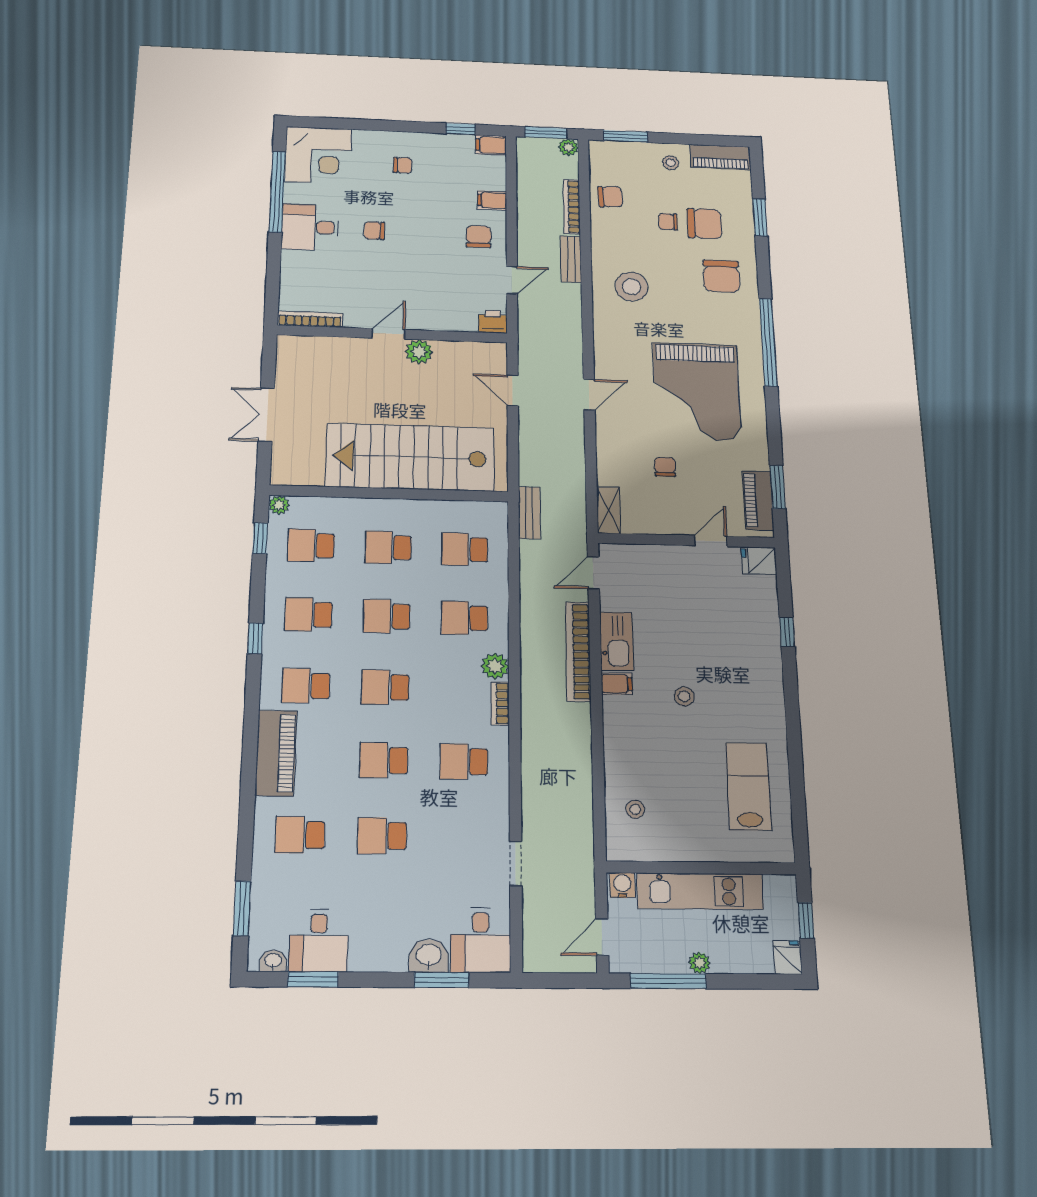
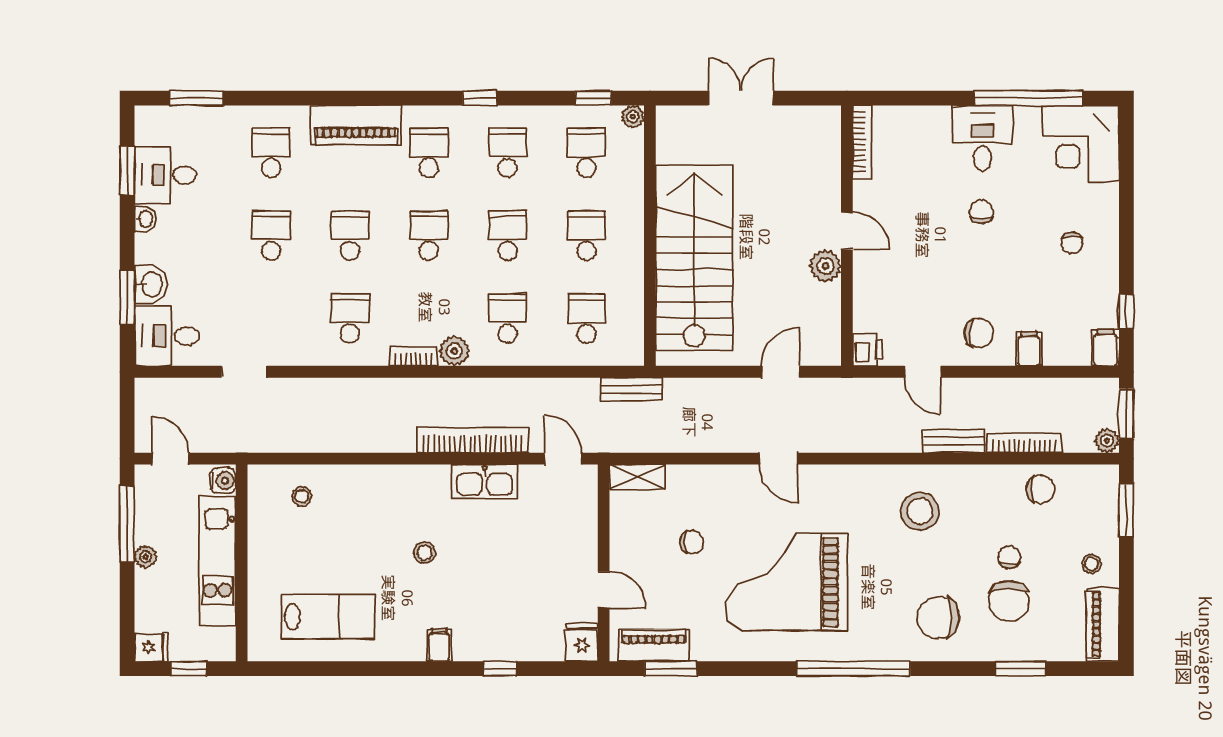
chair: (610, 197) -> (1041, 489), turned -86
filing cabinet: (617, 684) -> (439, 645), moved, turned 180
washbasin: (273, 961) -> (145, 219), moved

